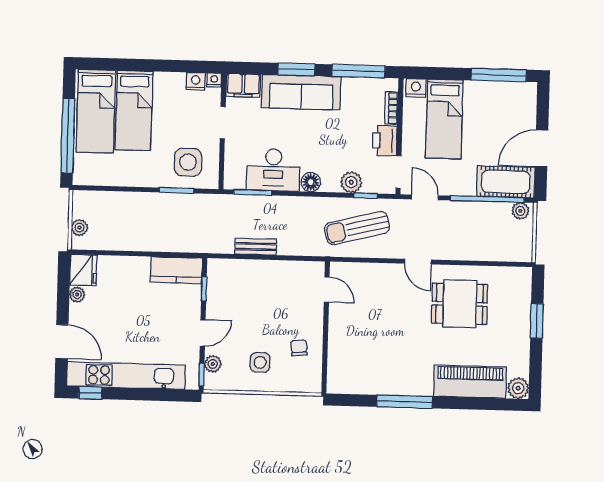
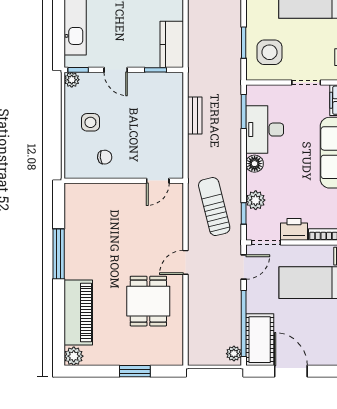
plant: (213, 364) -> (72, 80), moved

